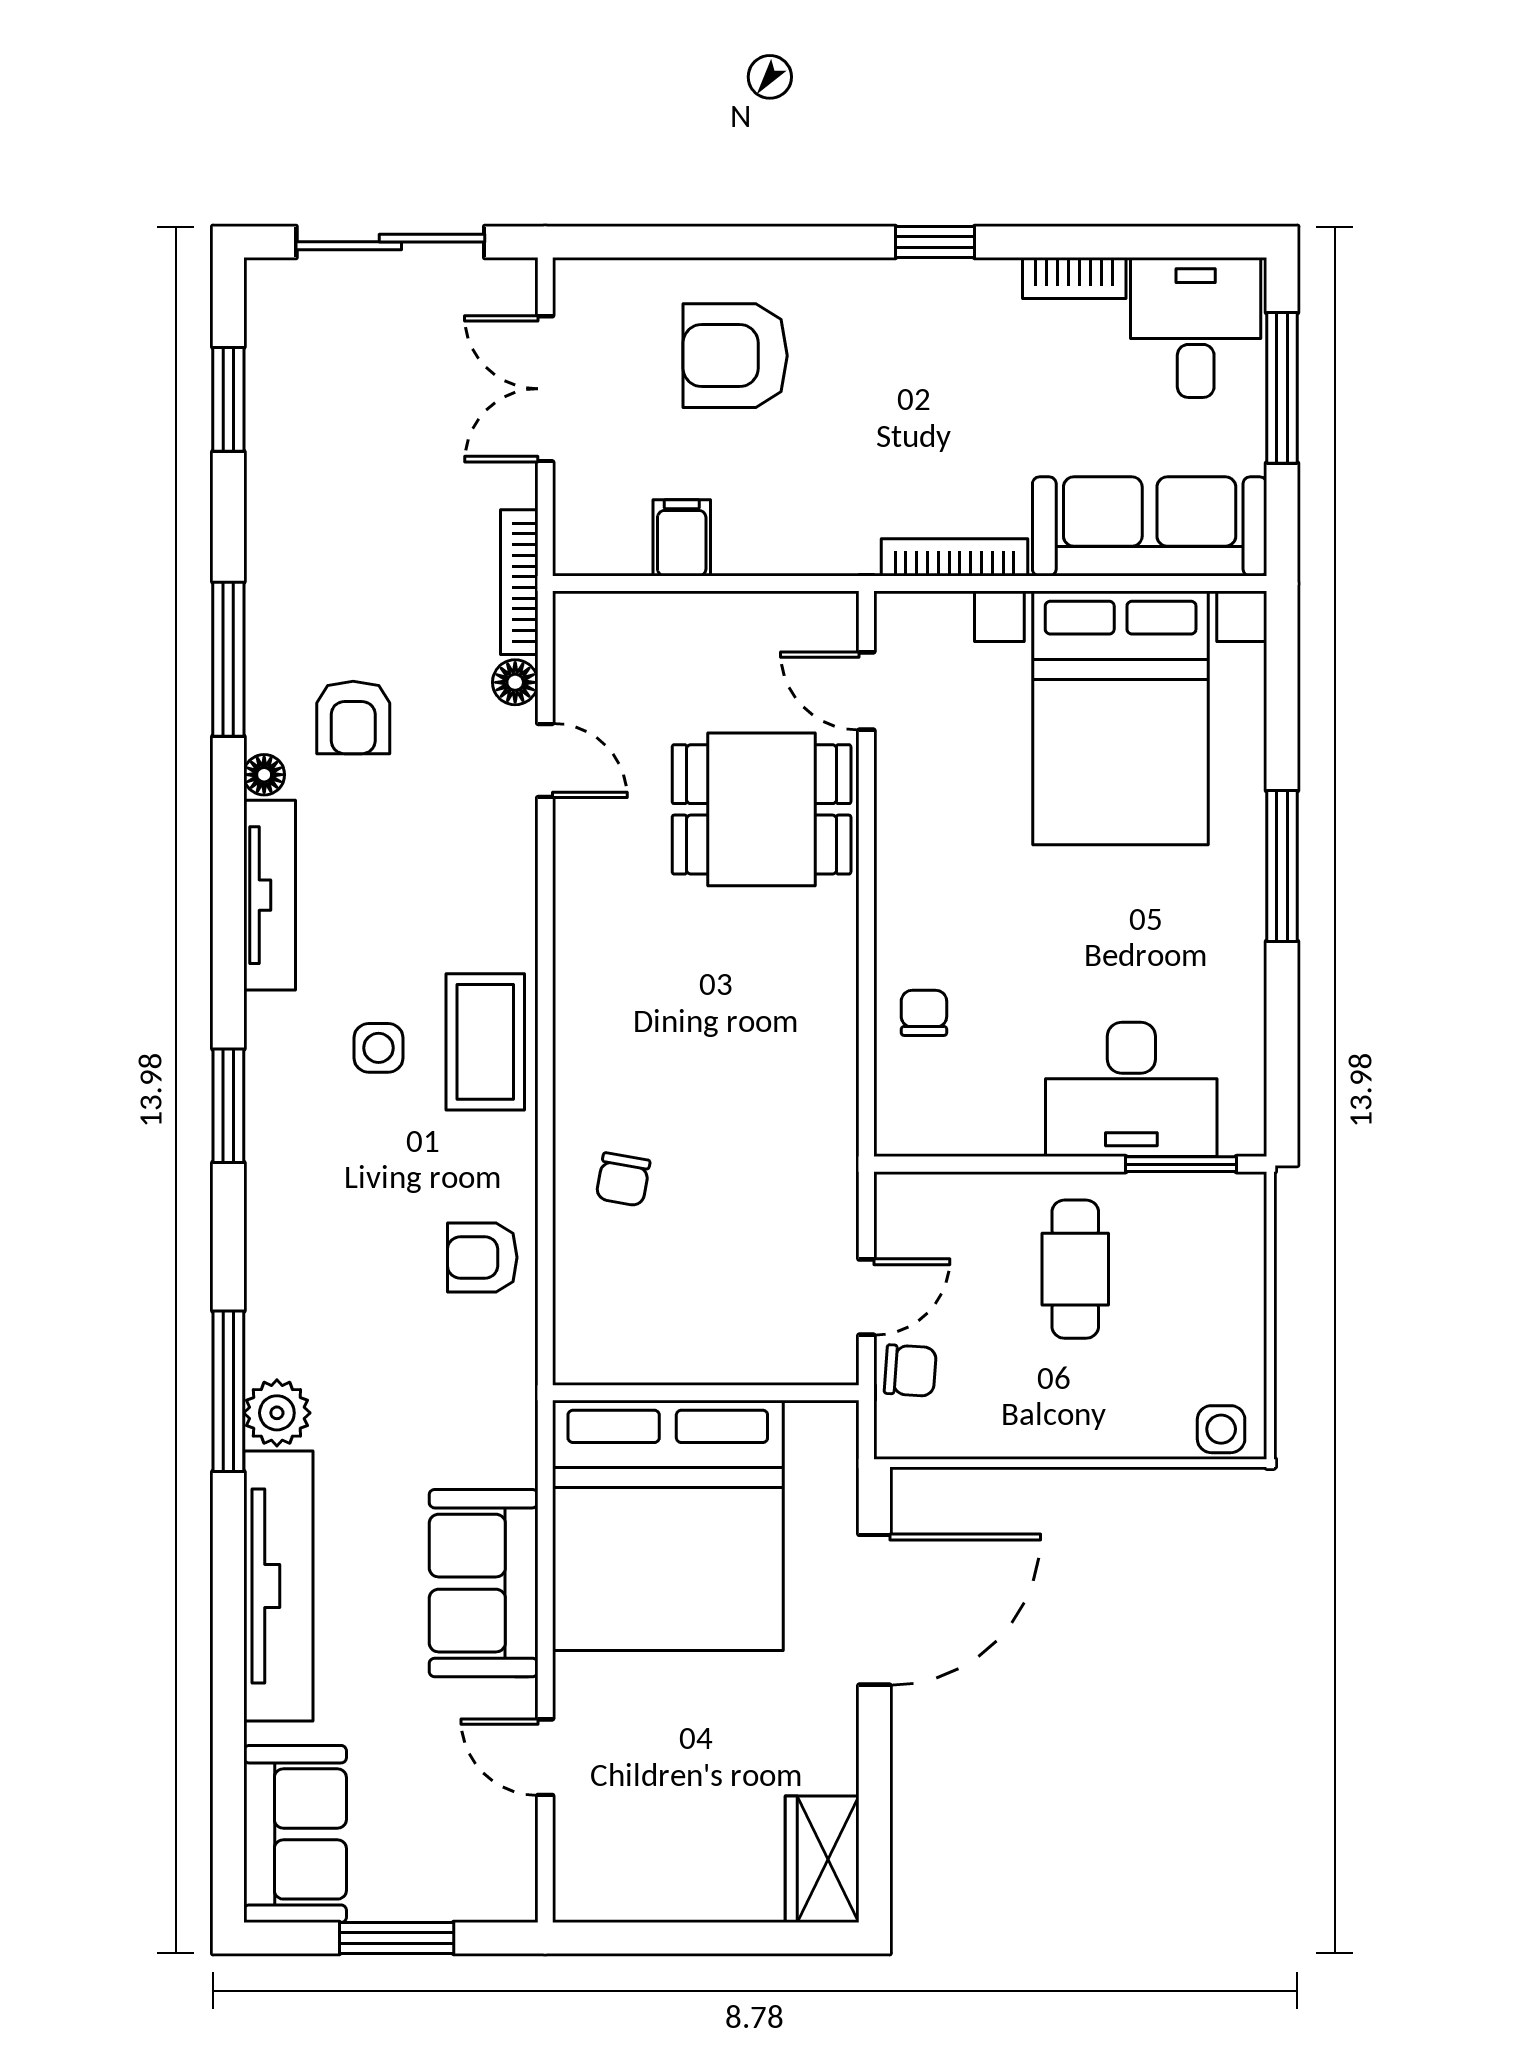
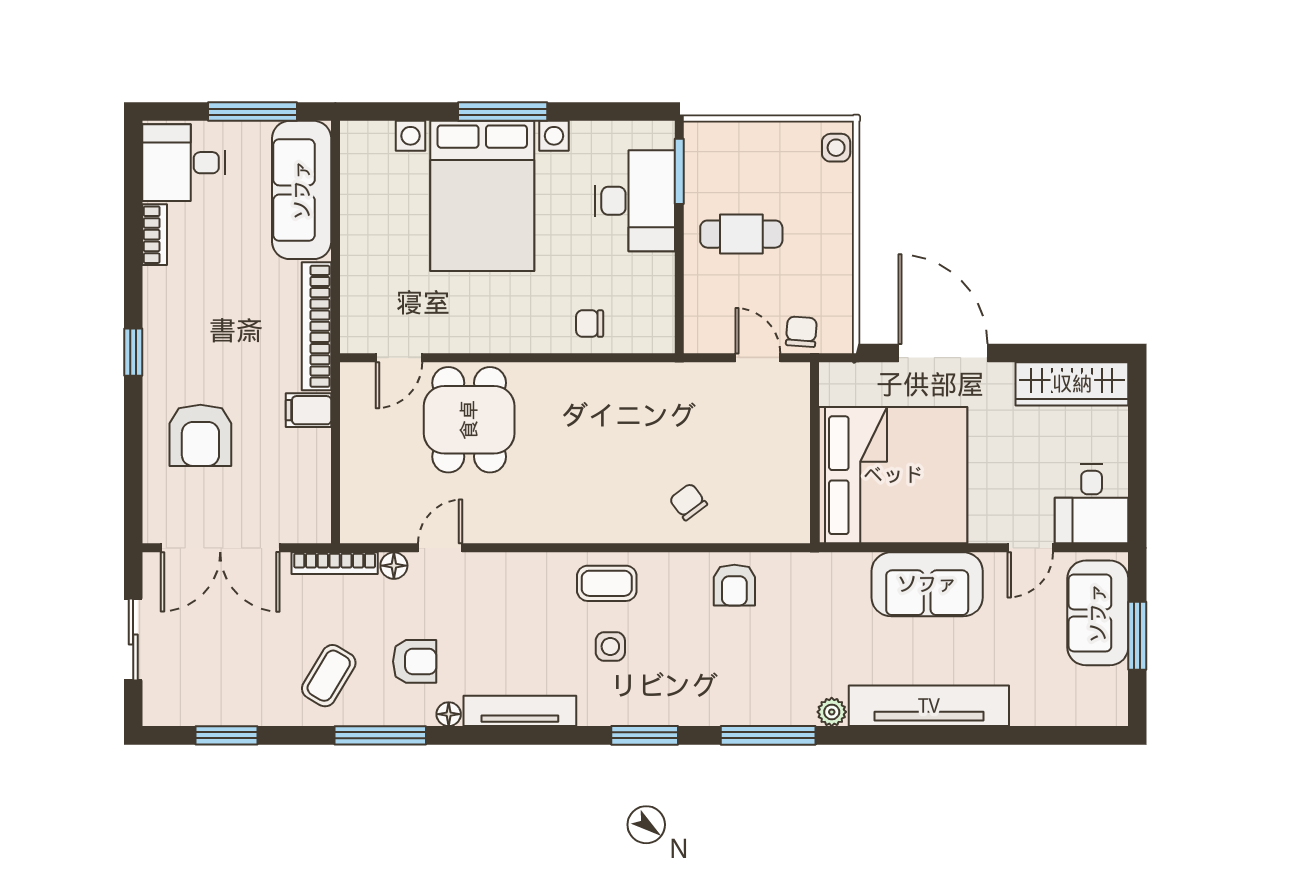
sliding door: (390, 242) -> (133, 639), width x0.73
window: (935, 242) -> (133, 352), moved
window: (1282, 388) -> (253, 112), moved
double door: (545, 389) -> (220, 548), width x1.37
filing cabinet: (682, 538) -> (308, 410), moved
bookcase: (955, 557) -> (317, 326), width x1.48, depth x1.31
coffee table: (329, 572) -> (329, 676), added
bed with nightstands: (1121, 718) -> (482, 196), moved, turned 90
coffee table: (485, 1042) -> (607, 583), width x0.73, depth x0.77
chair: (623, 1179) -> (688, 502), turned -137
window: (228, 1391) -> (768, 735), moved
plant: (277, 1413) -> (832, 712), width x0.73, depth x0.73
sofa: (295, 1834) -> (1098, 613), moved, turned -90
wardrobe: (822, 1859) -> (1072, 384), width x1.50
desk: (619, 1861) -> (1092, 504), added

